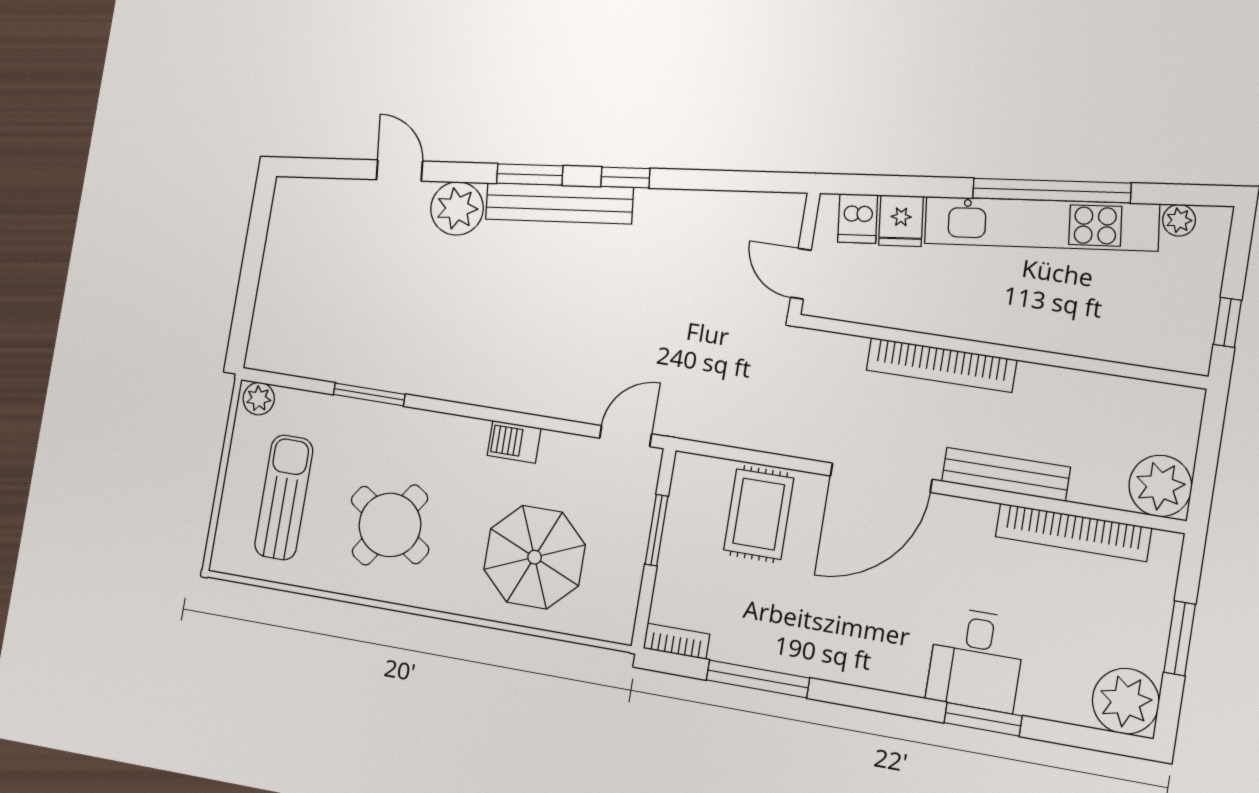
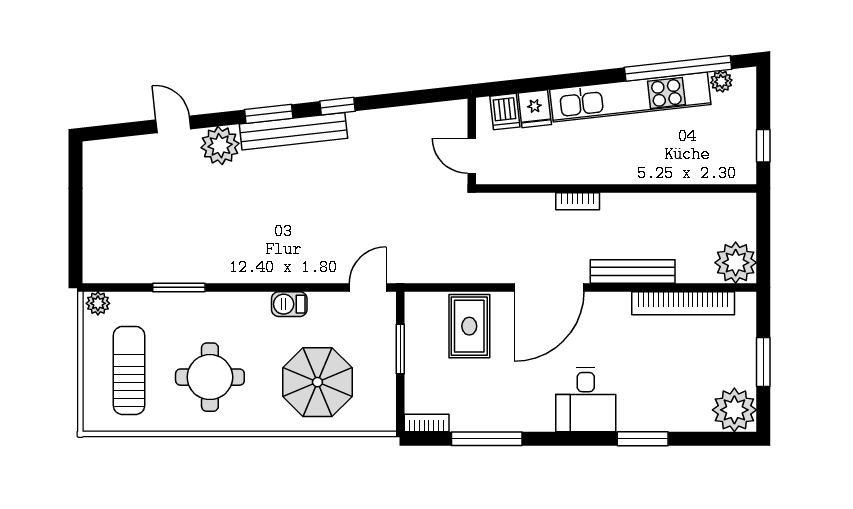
window: (1052, 191) -> (678, 68), moved
bookcase: (941, 365) -> (578, 201), width x0.43, depth x0.76
round table: (390, 525) -> (210, 377), turned -34
desk: (976, 659) -> (586, 400), moved

